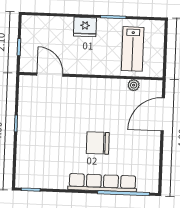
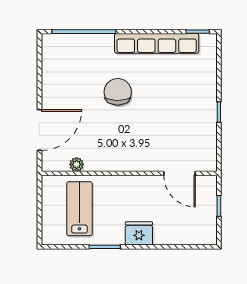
chair: (98, 143) -> (118, 92), turned -90
row of seats: (102, 183) -> (157, 43), moved

